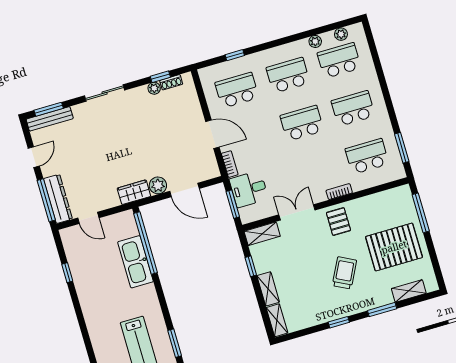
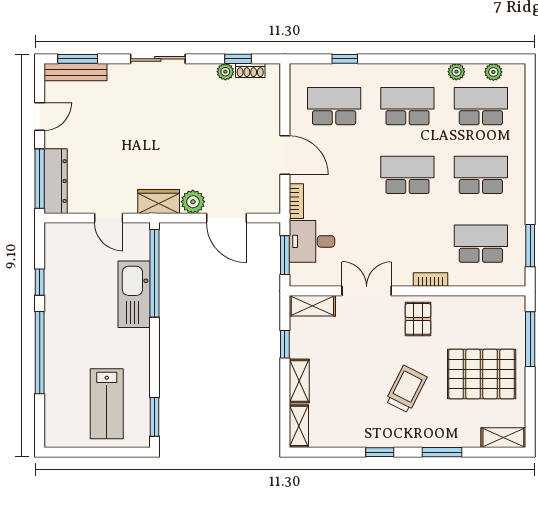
door: (88, 218) -> (109, 218), moved
shelving: (409, 291) -> (503, 438), moved
window: (82, 322) -> (40, 353), added

